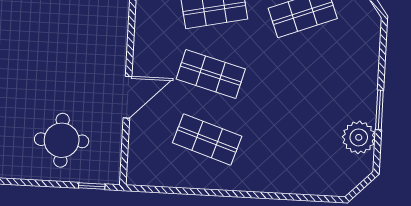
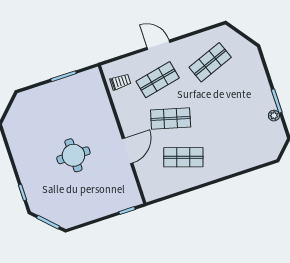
plant: (359, 137) -> (274, 116), width x0.53, depth x0.53
round table: (62, 140) -> (73, 155), moved

